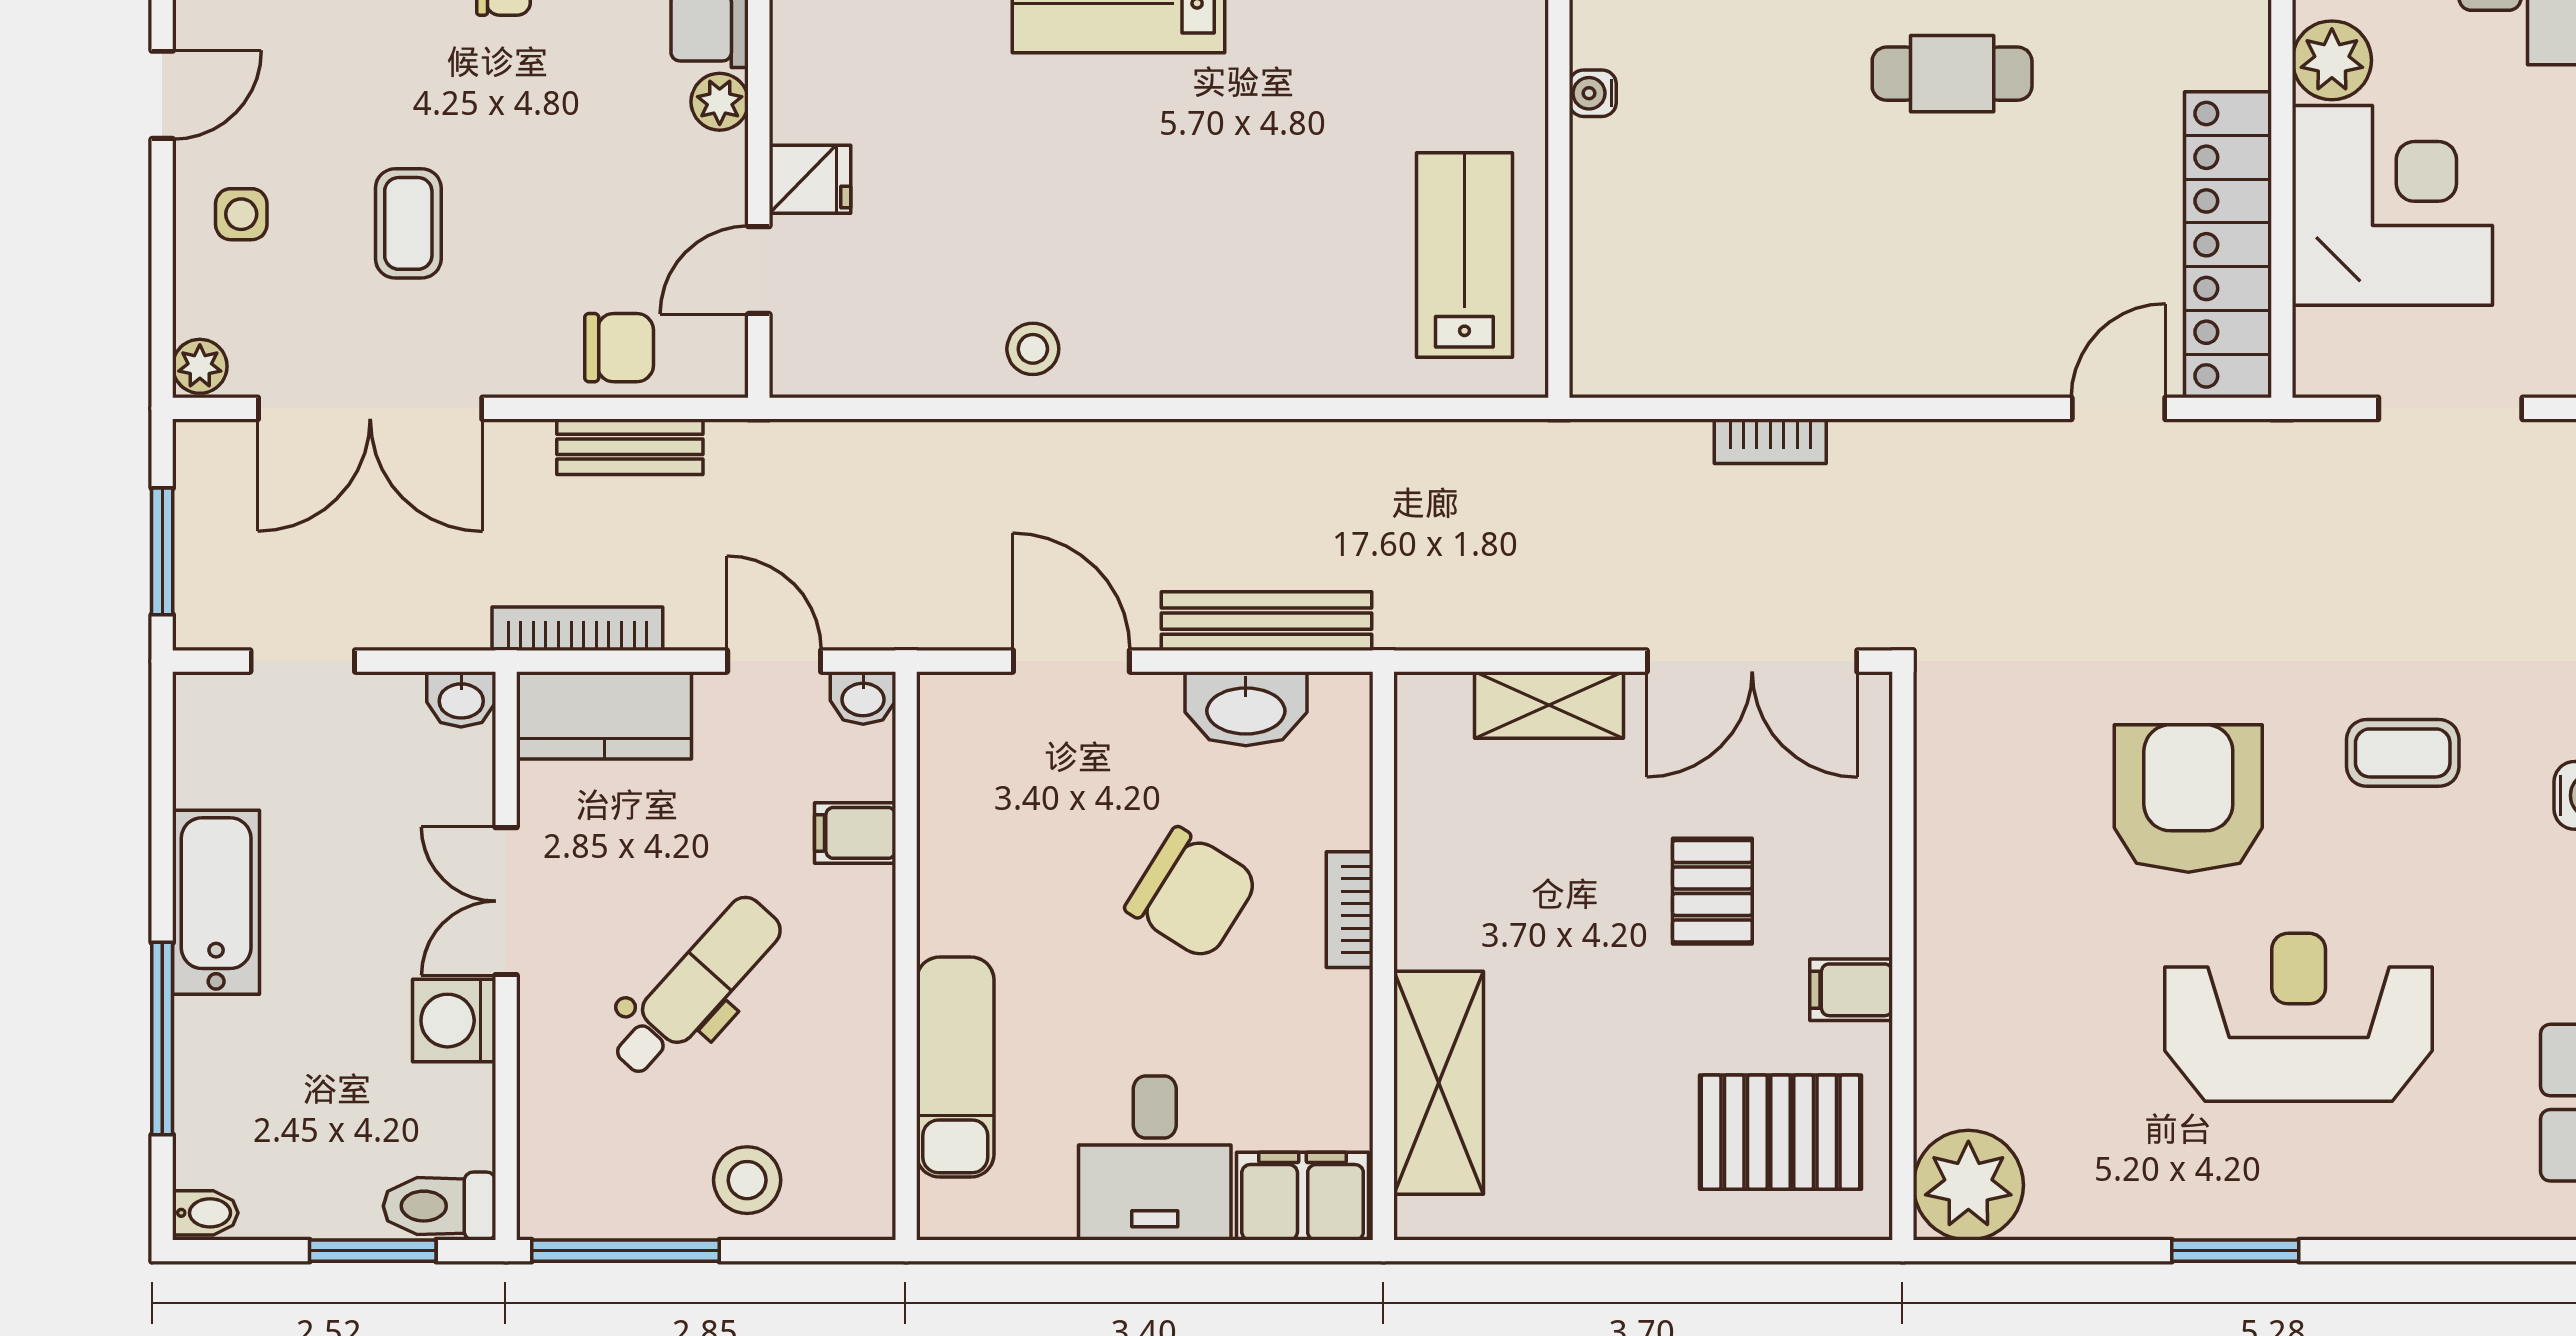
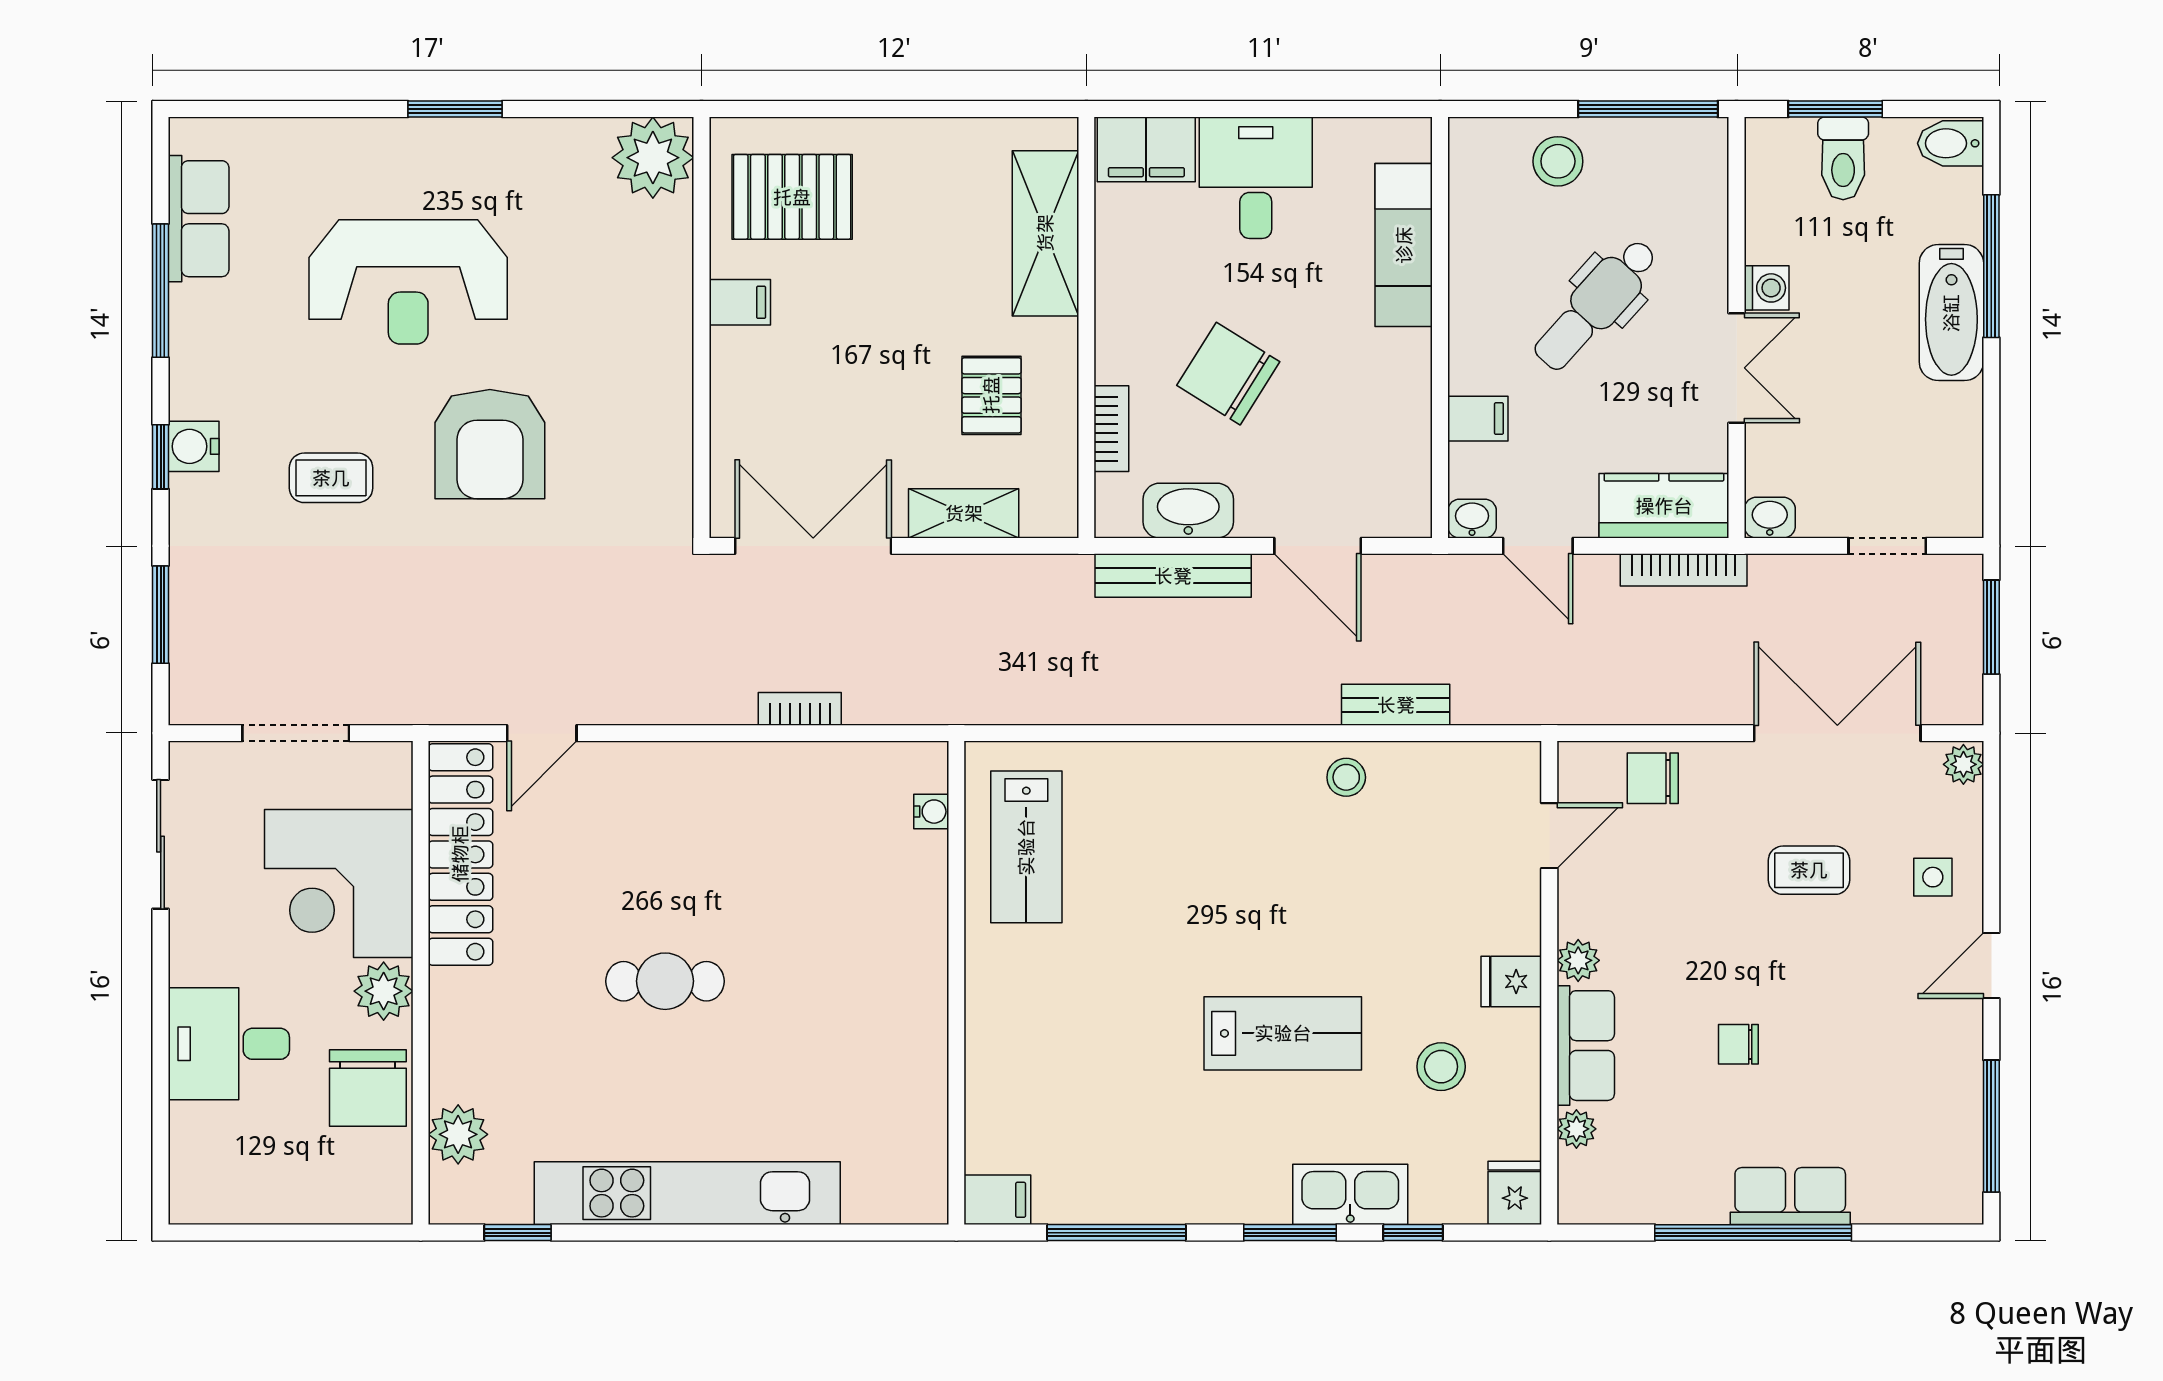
water cooler: (1593, 93) -> (931, 812), moved
fridge: (810, 179) -> (1511, 981), moved
coffee table: (408, 223) -> (1809, 870), turned 90
bench: (630, 447) -> (1396, 705), moved
pallet: (1712, 891) -> (991, 395), moved
bathtub: (216, 902) -> (1951, 313), moved
bookcase: (1350, 910) -> (1111, 429), moved
washing machine: (454, 1021) -> (1767, 288), width x0.73, depth x0.73
toilet: (439, 1206) -> (1843, 158), moved, turned 90
bidet: (205, 1213) -> (1951, 143), width x1.38, depth x1.36

